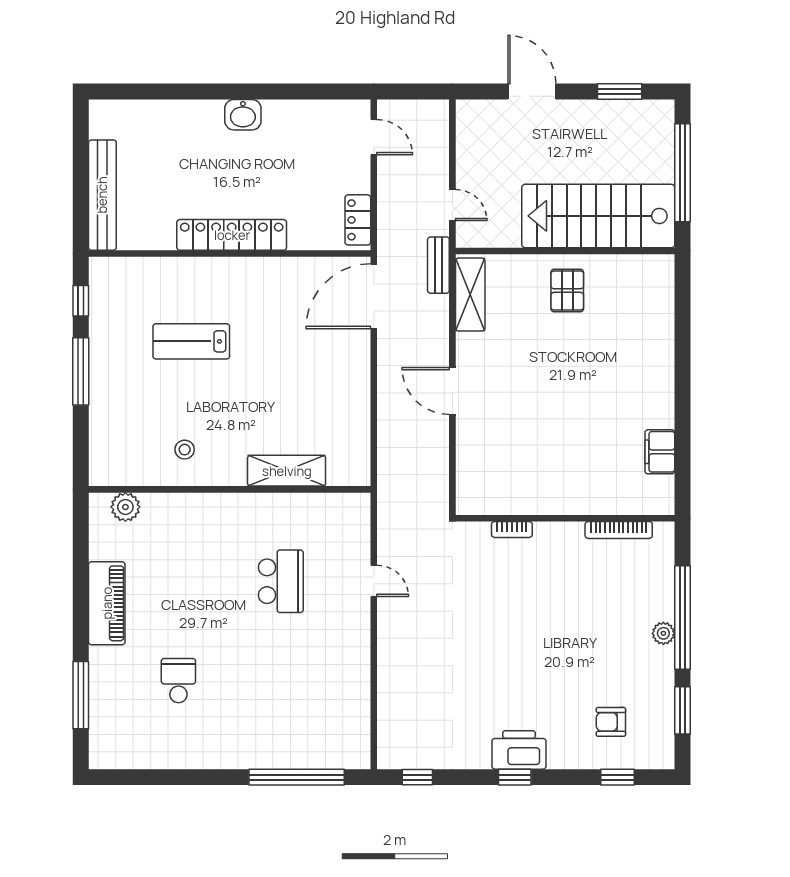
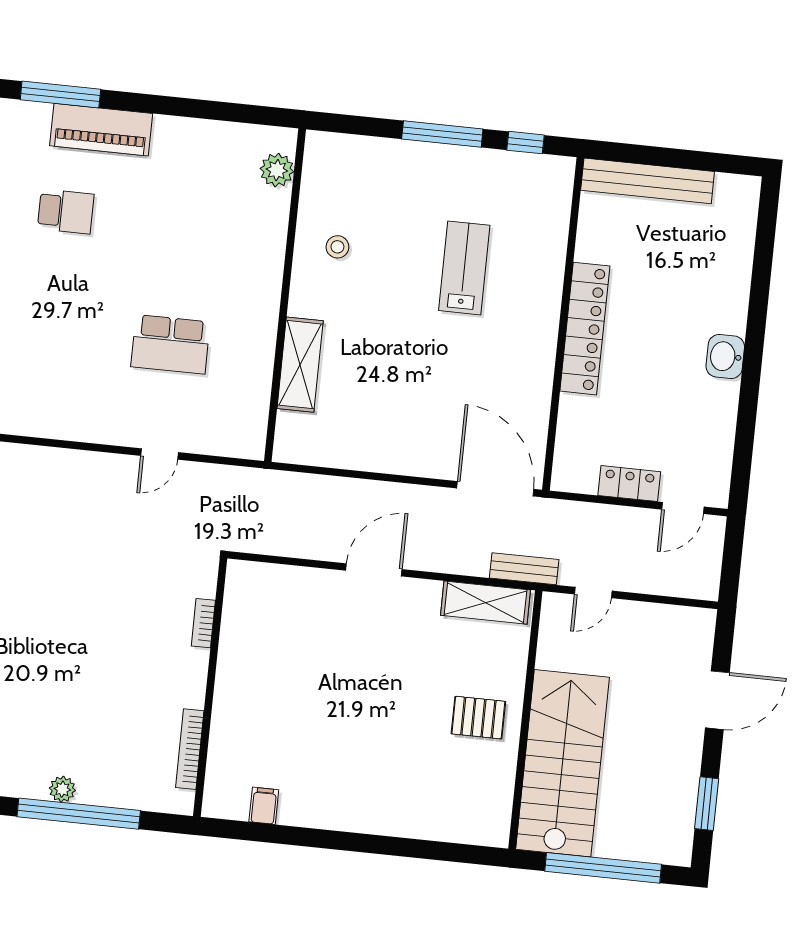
locker: (358, 220) -> (629, 484), moved
filing cabinet: (660, 452) -> (264, 806), width x0.50
piano: (107, 603) -> (101, 130), moved

